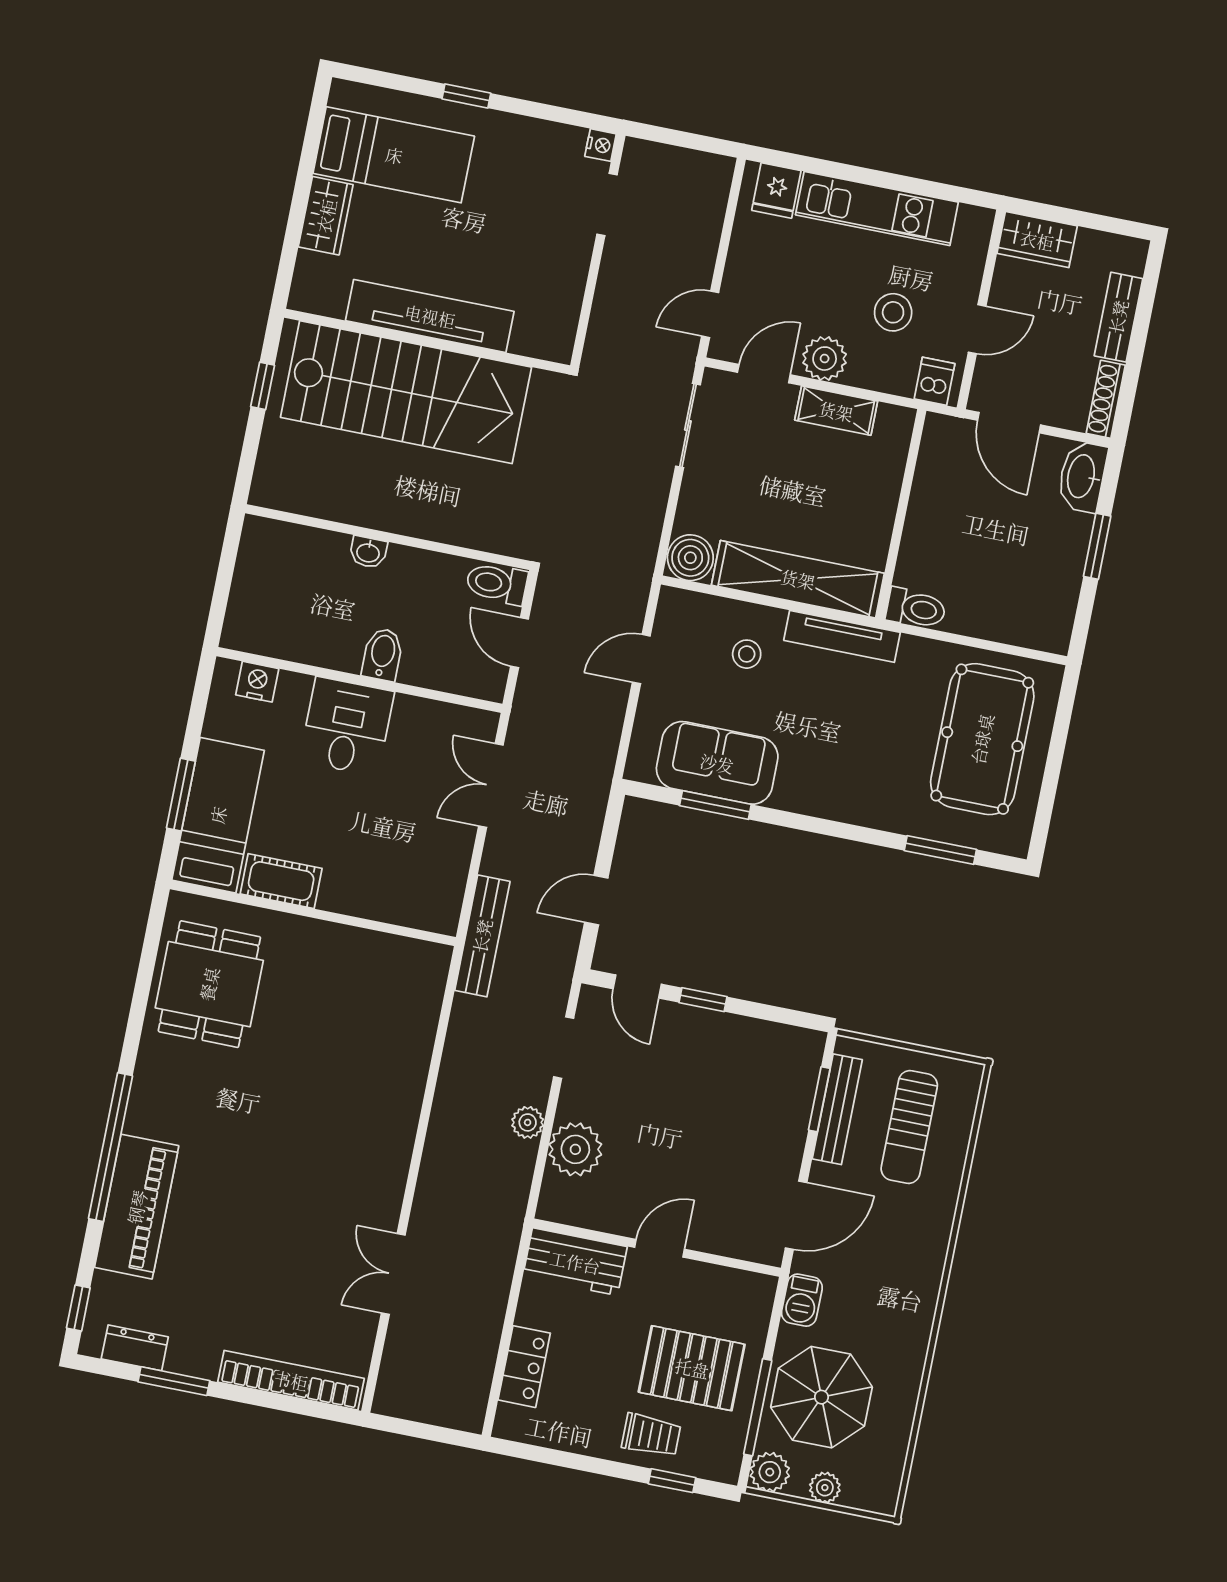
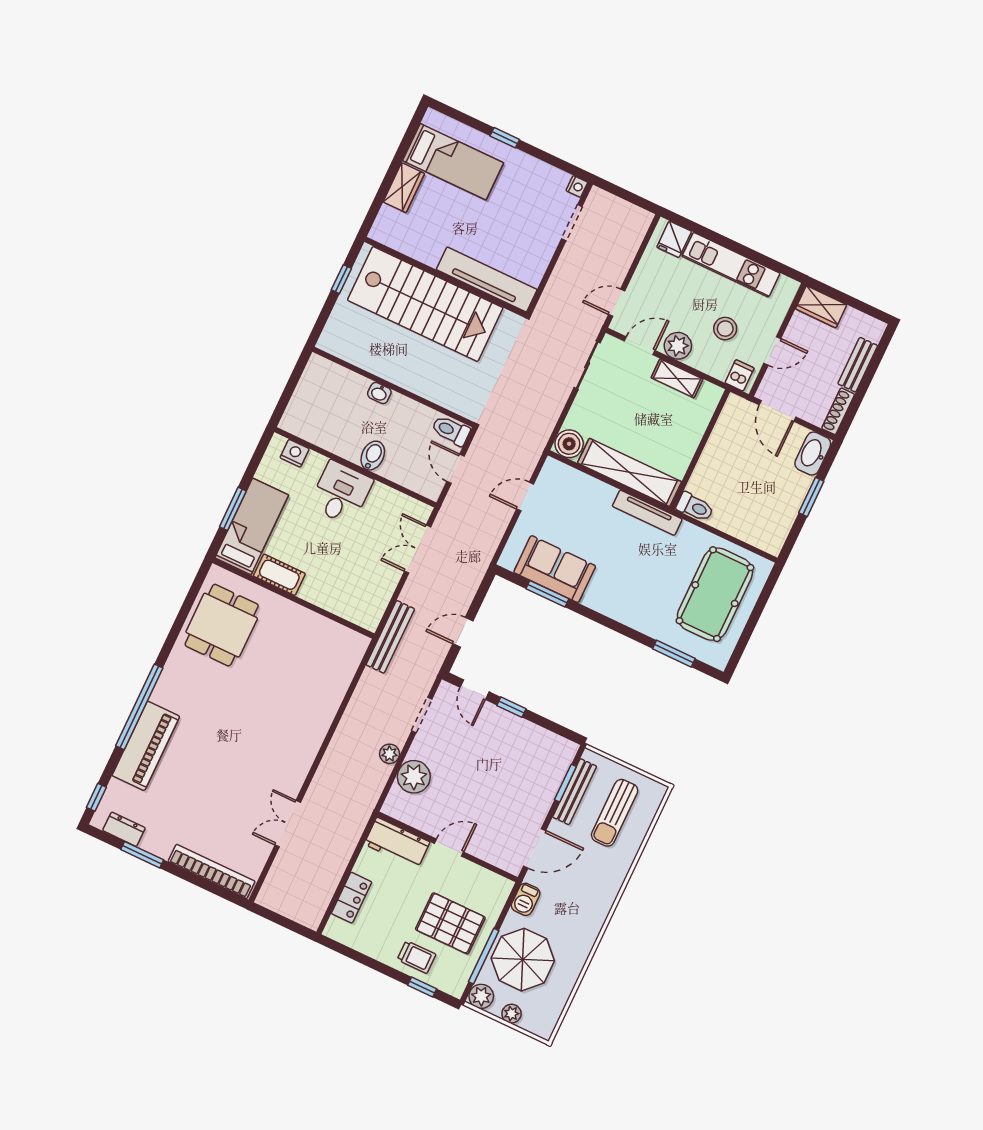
tv unit: (430, 316) -> (487, 279), moved
stool: (747, 654) -> (588, 509), removed

